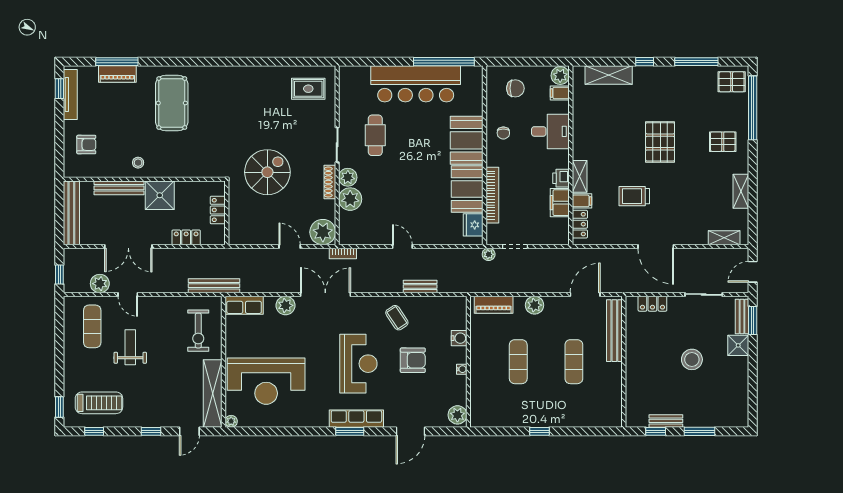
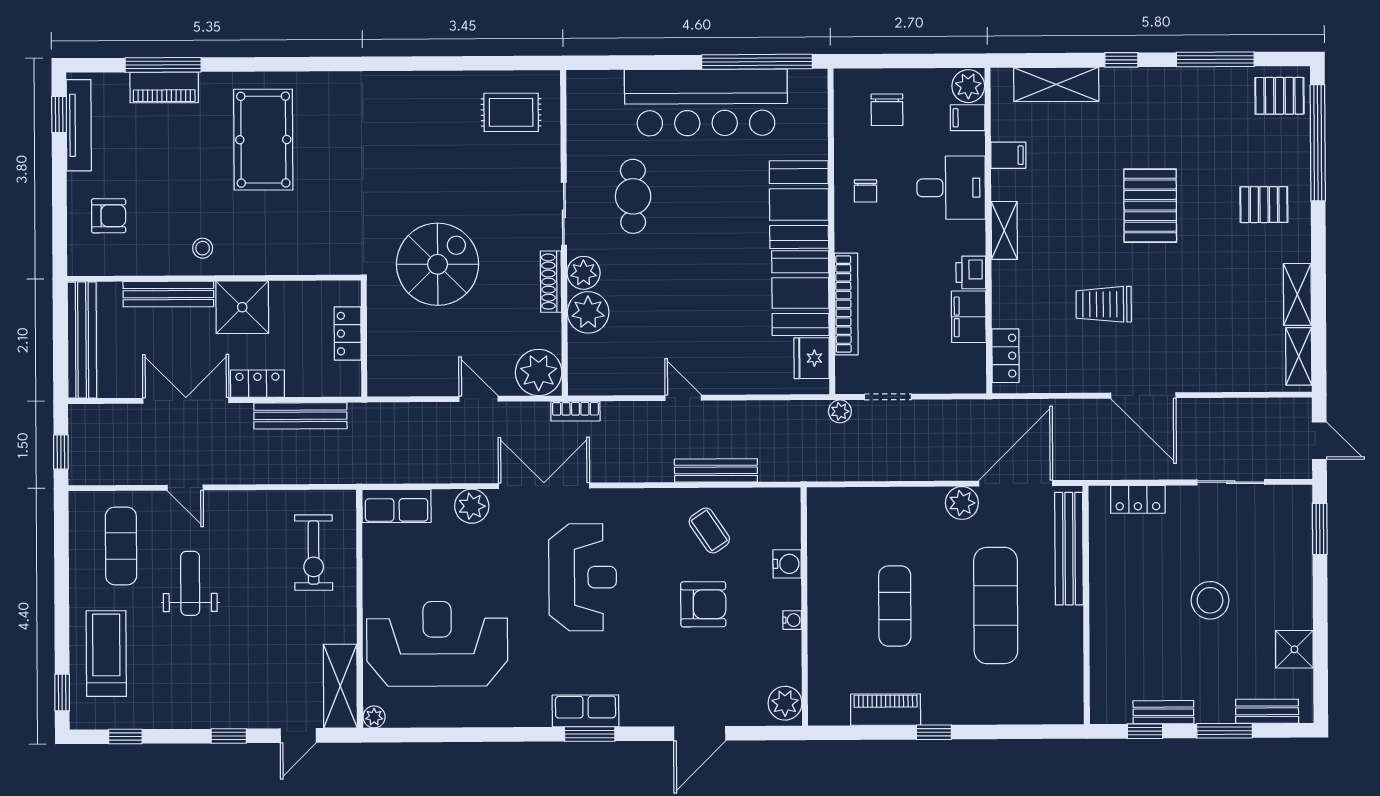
chair: (515, 88) -> (887, 110), turned 90
shelving: (580, 176) -> (1004, 230), moved
filing cabinet: (582, 201) -> (1008, 155), moved
locker: (186, 237) -> (257, 384), moved
shelving: (724, 238) -> (1299, 356), moved, turned 90
double door: (128, 246) -> (186, 400), swing flipped
door: (753, 272) -> (1319, 441), swing flipped
plant: (100, 284) -> (134, 468), removed
bench: (214, 286) -> (300, 416), moved
bench: (420, 286) -> (716, 470), width x1.36
door: (585, 294) -> (1016, 483), width x1.36
piano: (494, 305) -> (886, 710), moved, turned 180
plant: (535, 305) -> (962, 503), moved
bench: (742, 316) -> (1267, 711), moved, turned 90
coffee table: (397, 318) -> (709, 530), moved
shower: (738, 345) -> (1294, 649), moved
exercise mat: (574, 362) -> (996, 605), width x1.36, depth x1.45
reception desk: (358, 364) -> (583, 577), moved
reception desk: (266, 381) -> (437, 644), turned 180
shelving: (213, 393) -> (340, 686), width x0.68
treadmill: (99, 403) -> (106, 654), moved, turned -90
row of seats: (356, 419) -> (586, 711), width x0.68

